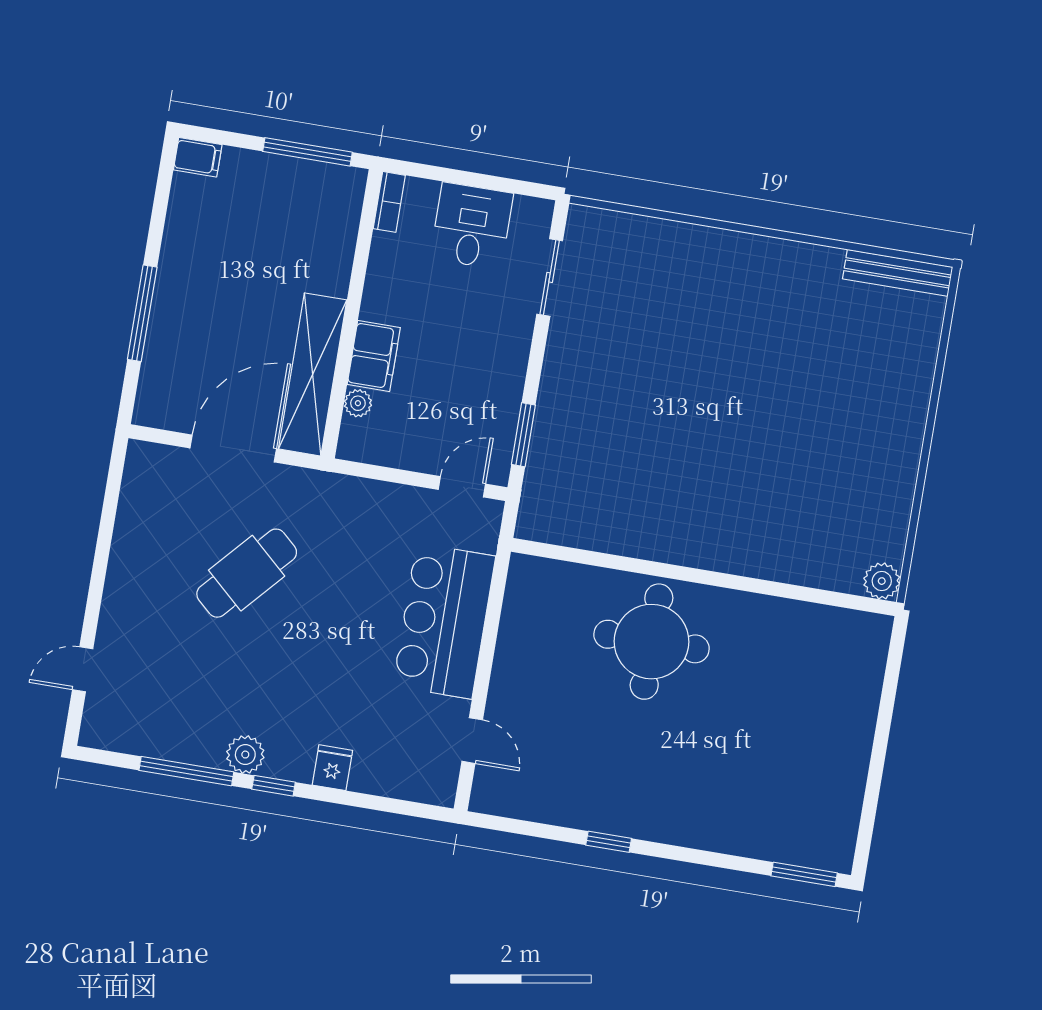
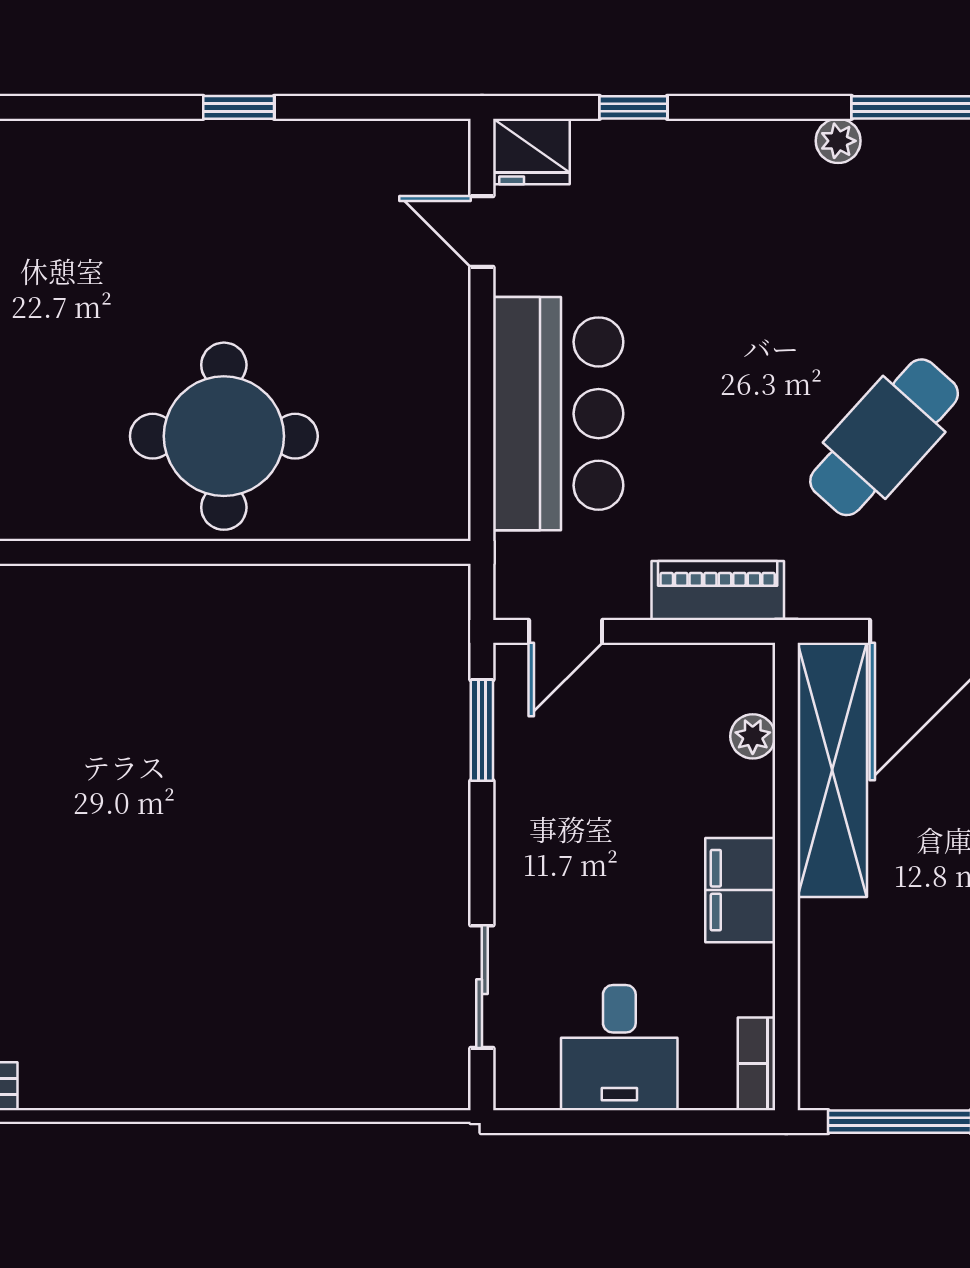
filing cabinet: (374, 356) -> (740, 890), moved
piano: (364, 496) -> (718, 591), added
plant: (245, 755) -> (838, 141), width x0.73, depth x0.73
fridge: (332, 768) -> (531, 151), moved, width x1.38
window: (274, 786) -> (633, 107), moved

